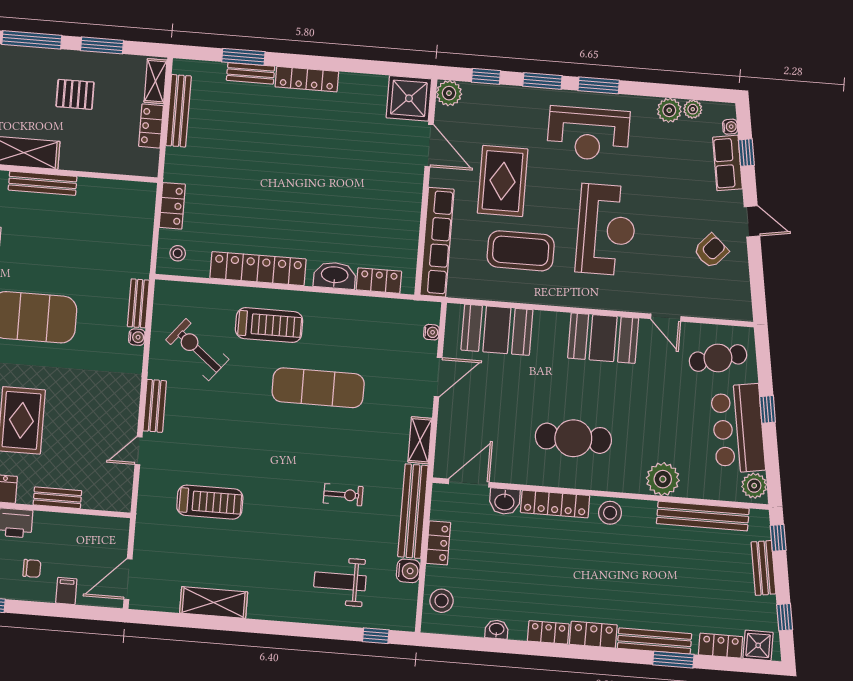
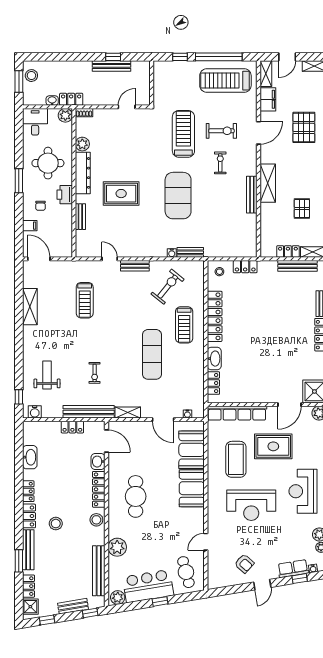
booth: (603, 338) -> (192, 488), moved
water cooler: (408, 571) -> (35, 412), moved
stool: (442, 601) -> (56, 524), moved
washbasin: (497, 629) -> (30, 457), width x1.91, depth x1.45

